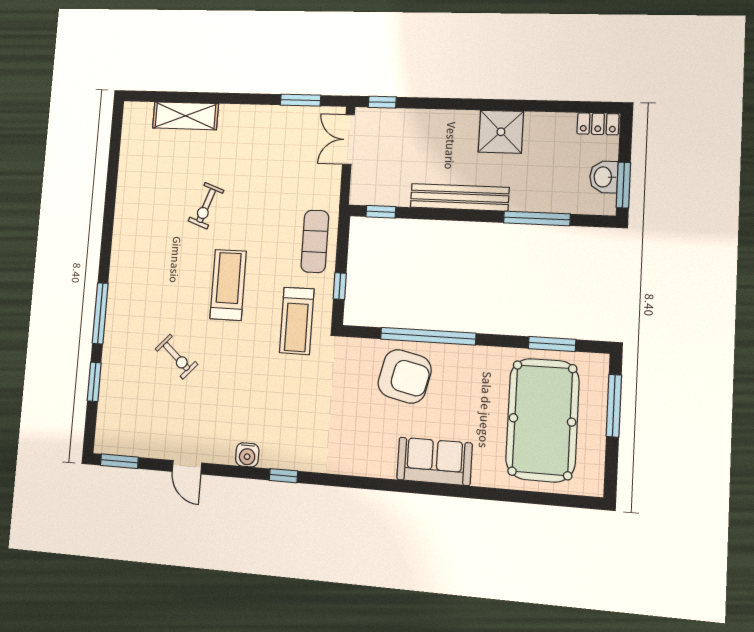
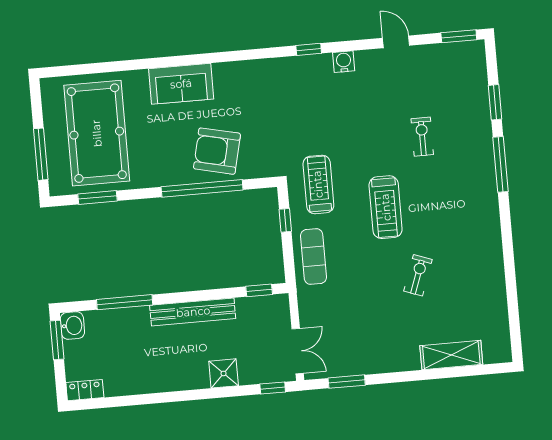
shower: (501, 132) -> (224, 373), moved, width x0.73, depth x0.73
washbasin: (604, 177) -> (72, 326), moved
exercise bike: (176, 357) -> (422, 137), turned 48

